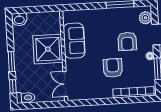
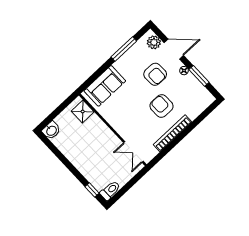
sofa: (74, 41) -> (105, 86), moved, turned 90
shower: (48, 49) -> (83, 112), moved, width x0.54, depth x0.54
window: (11, 62) -> (74, 170), removed
bookcase: (133, 92) -> (173, 133), moved

